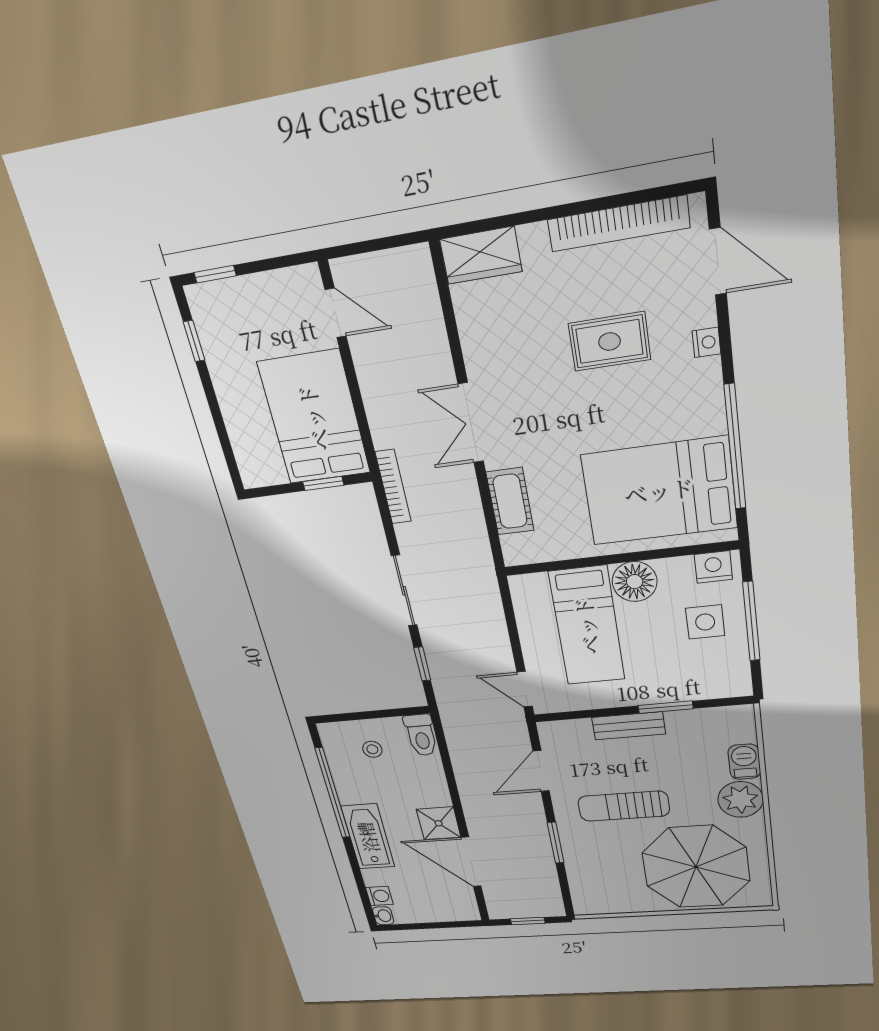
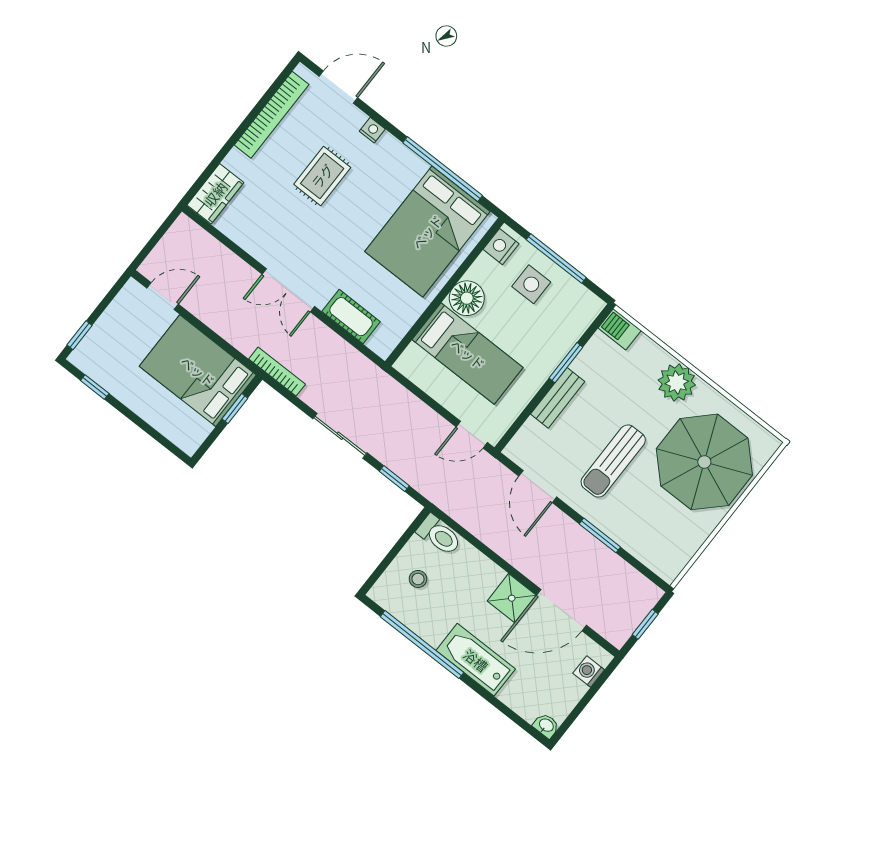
barbecue: (744, 762) -> (620, 329), moved
washing machine: (379, 896) -> (589, 671), moved, turned -90

